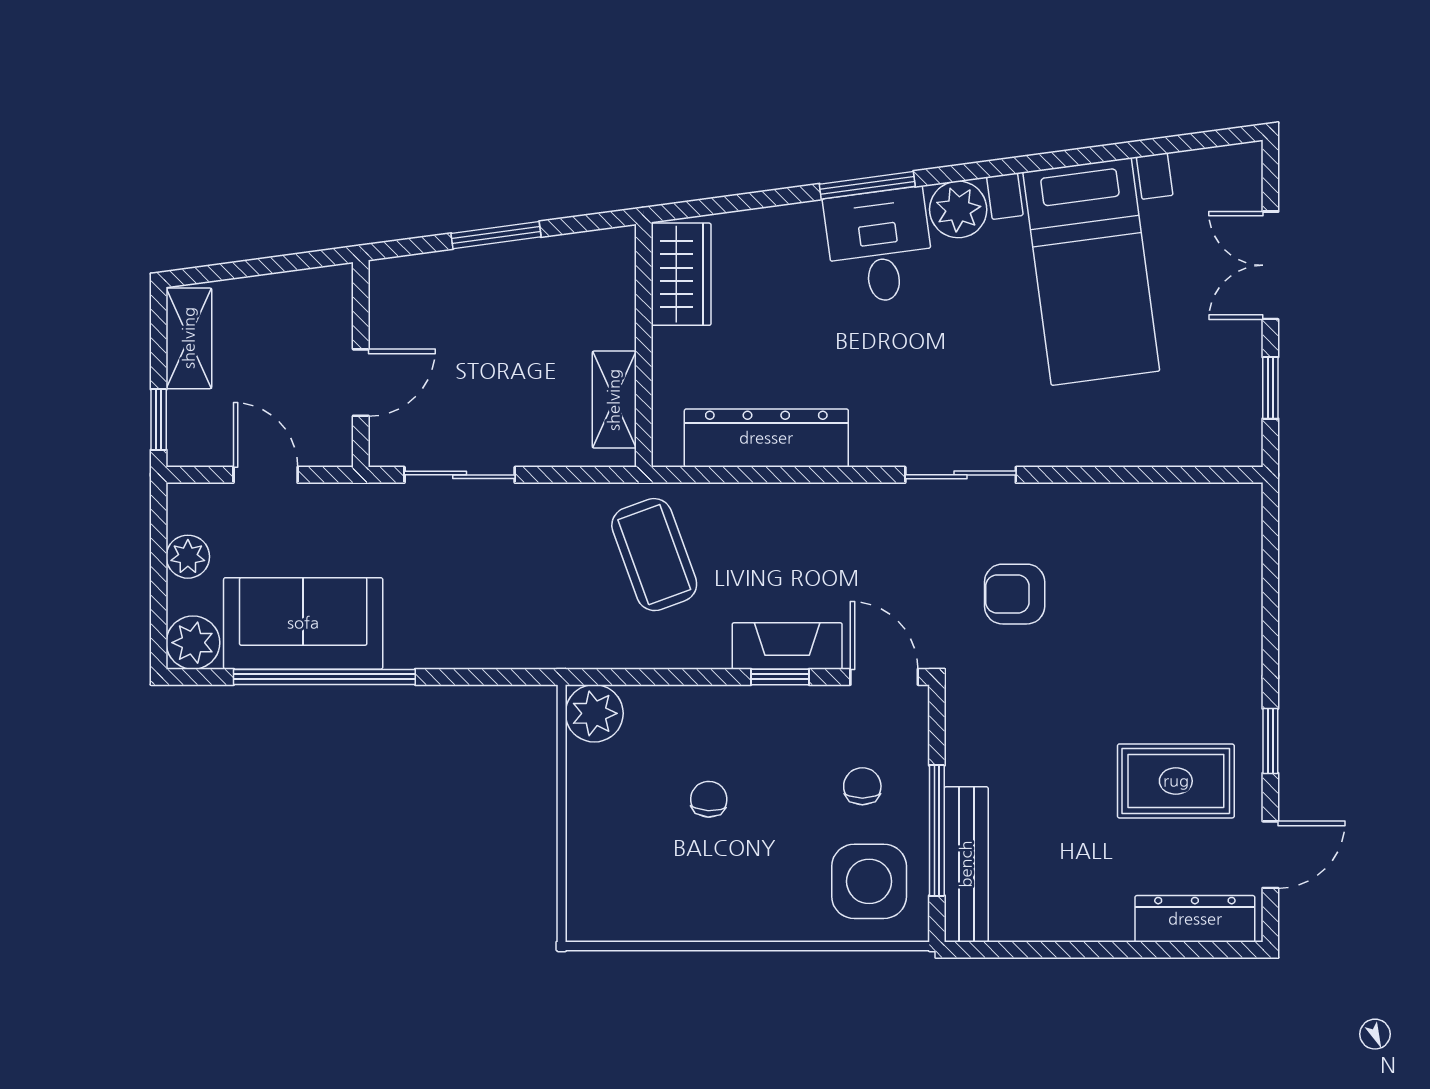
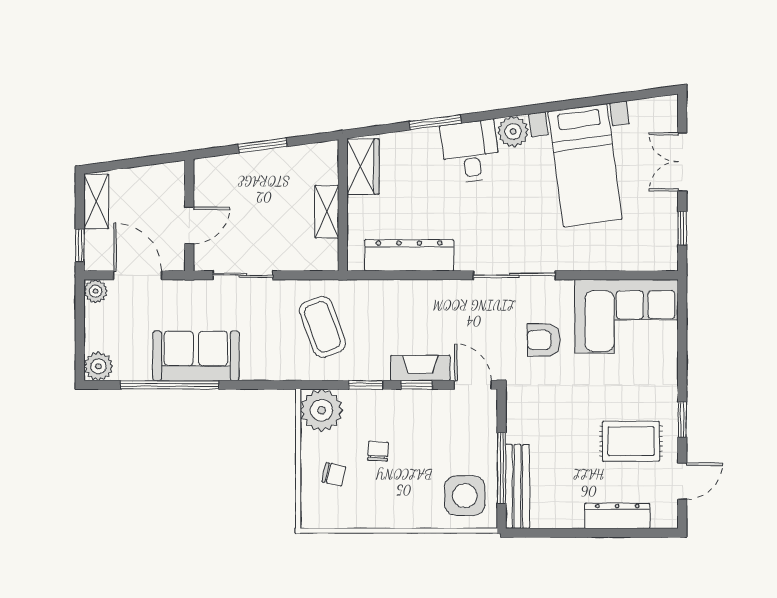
window: (867, 185) -> (435, 122), moved
shelving: (614, 400) -> (327, 212), moved
door: (266, 475) -> (138, 275), width x1.37
sliding door: (961, 475) -> (514, 275), width x1.37
corner sofa: (1167, 550) -> (626, 316), added
coffee table: (654, 555) -> (322, 327), moved
plant: (188, 557) -> (96, 291), moved
sofa: (303, 623) -> (196, 356), moved
window: (686, 677) -> (366, 385), added
plant: (594, 713) -> (322, 410), width x1.36, depth x1.36
chair: (862, 786) -> (334, 474), moved, turned 103
dresser: (1195, 919) -> (617, 516), moved

